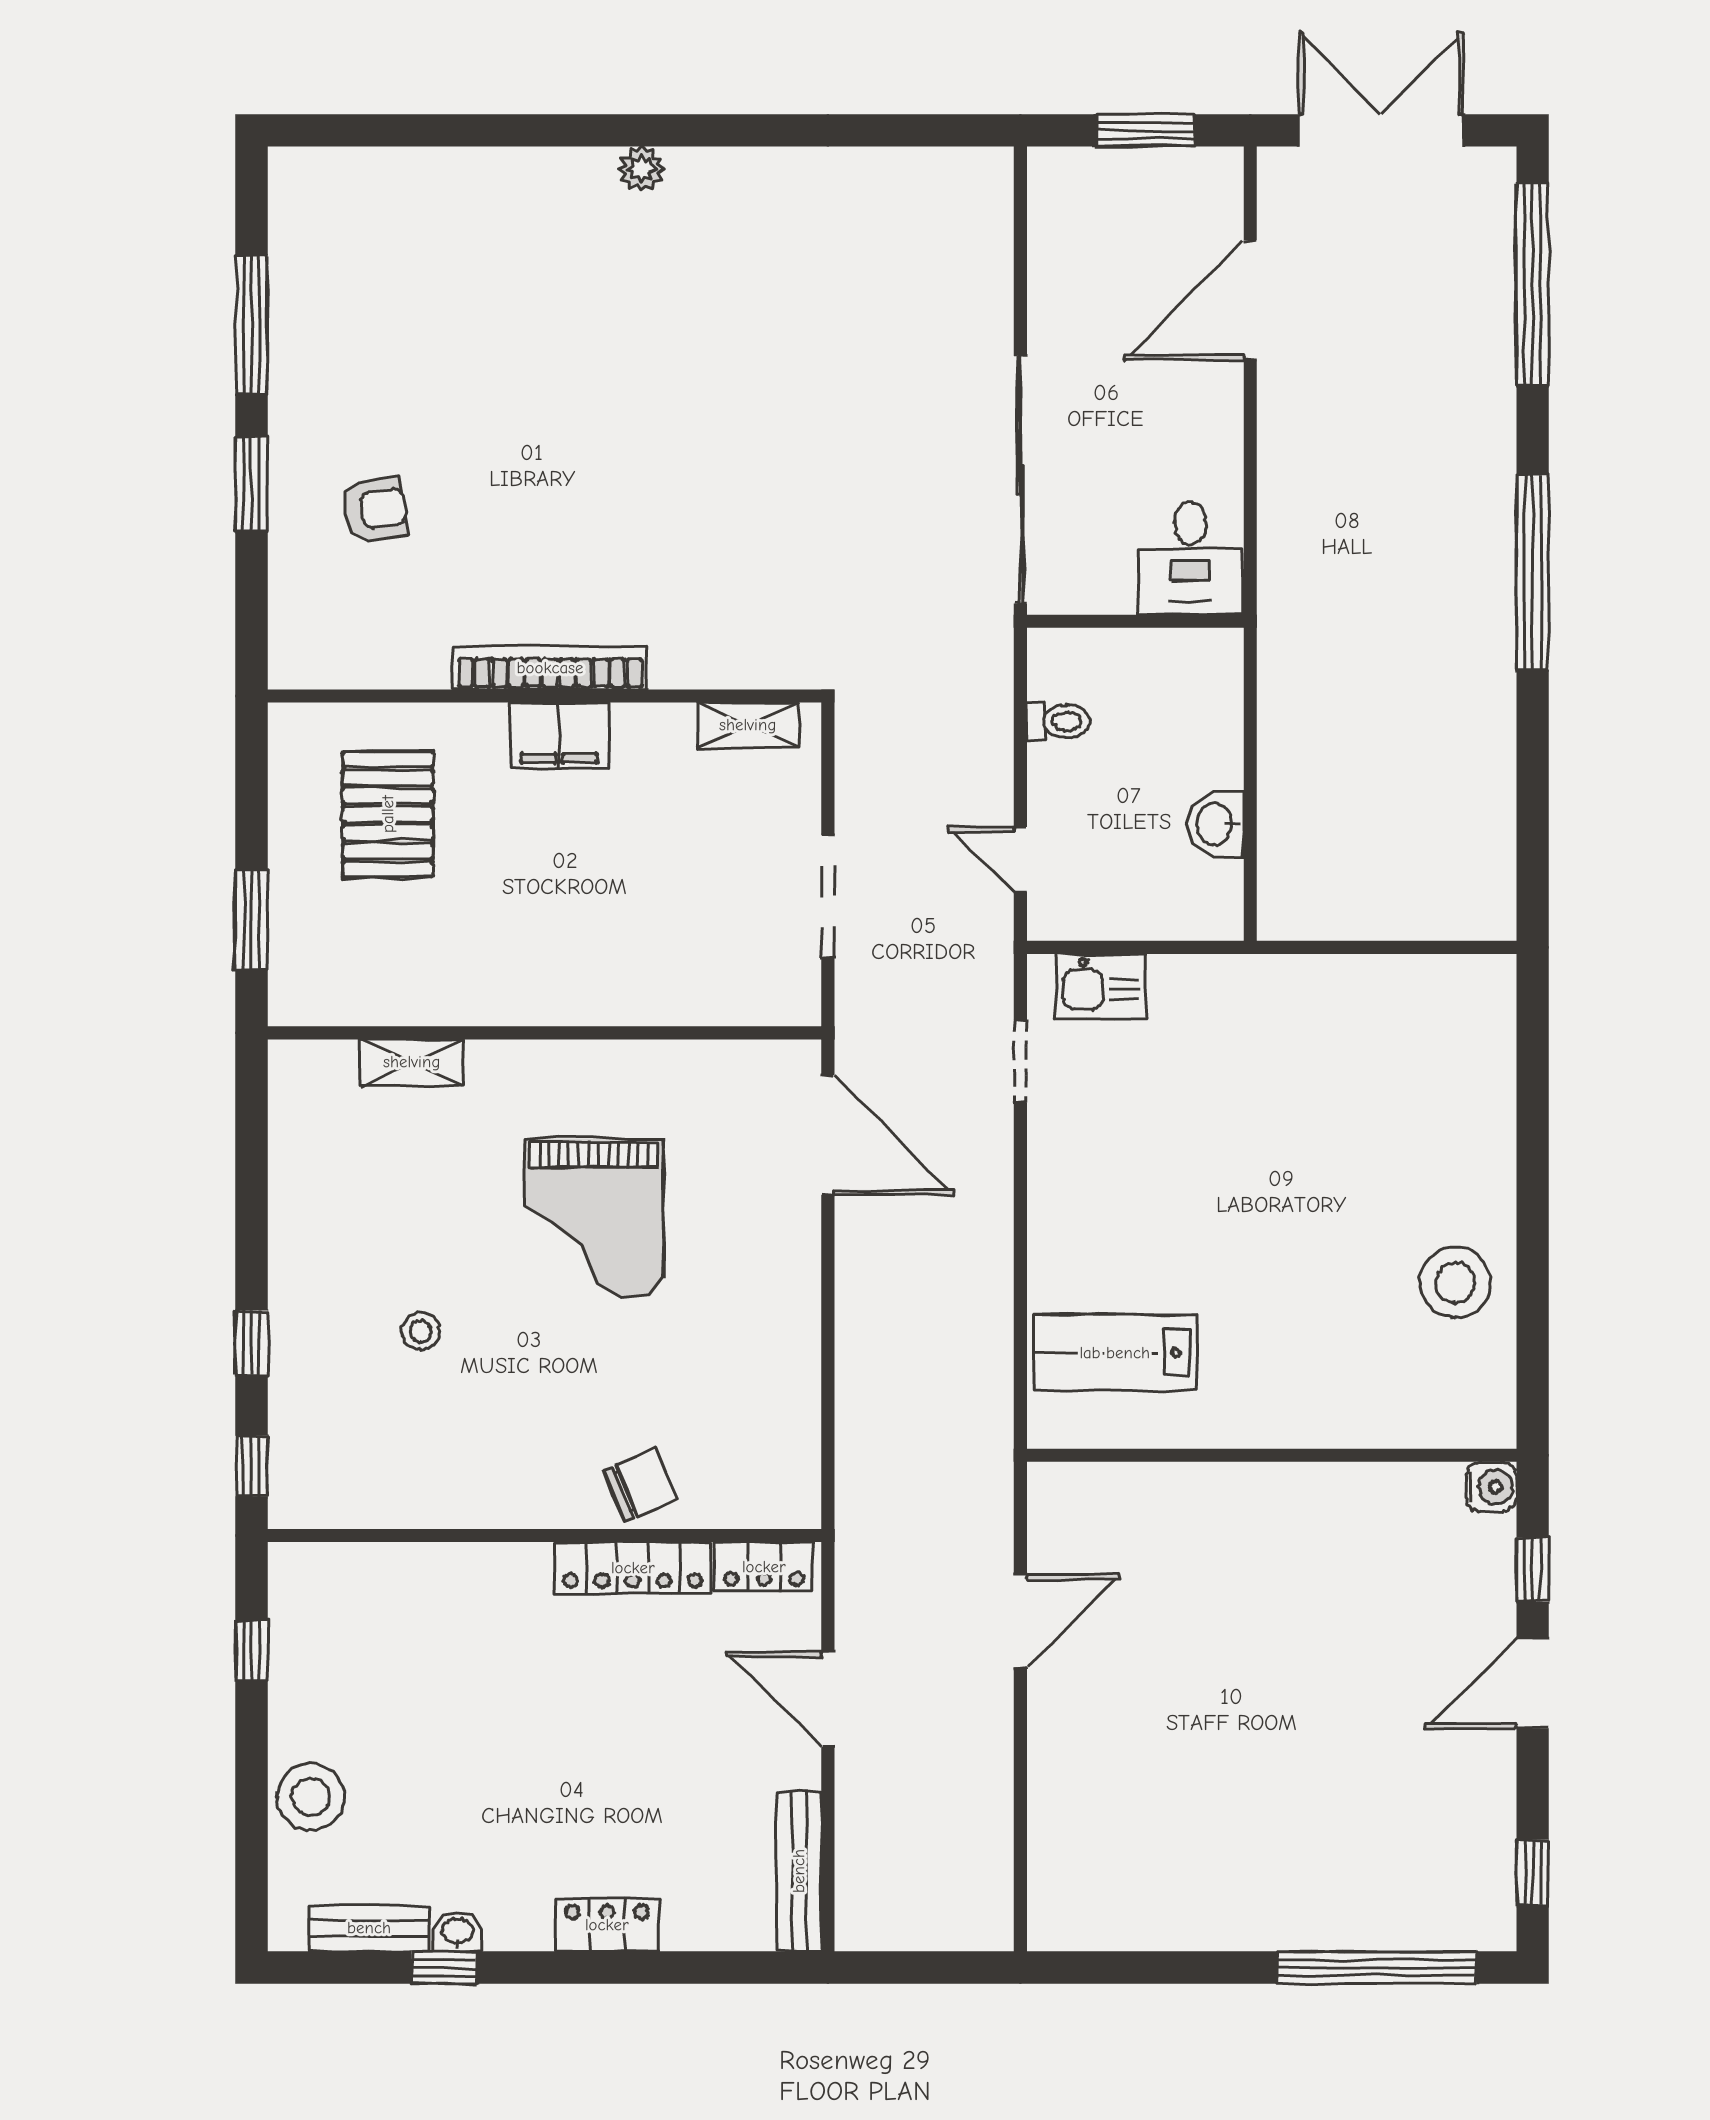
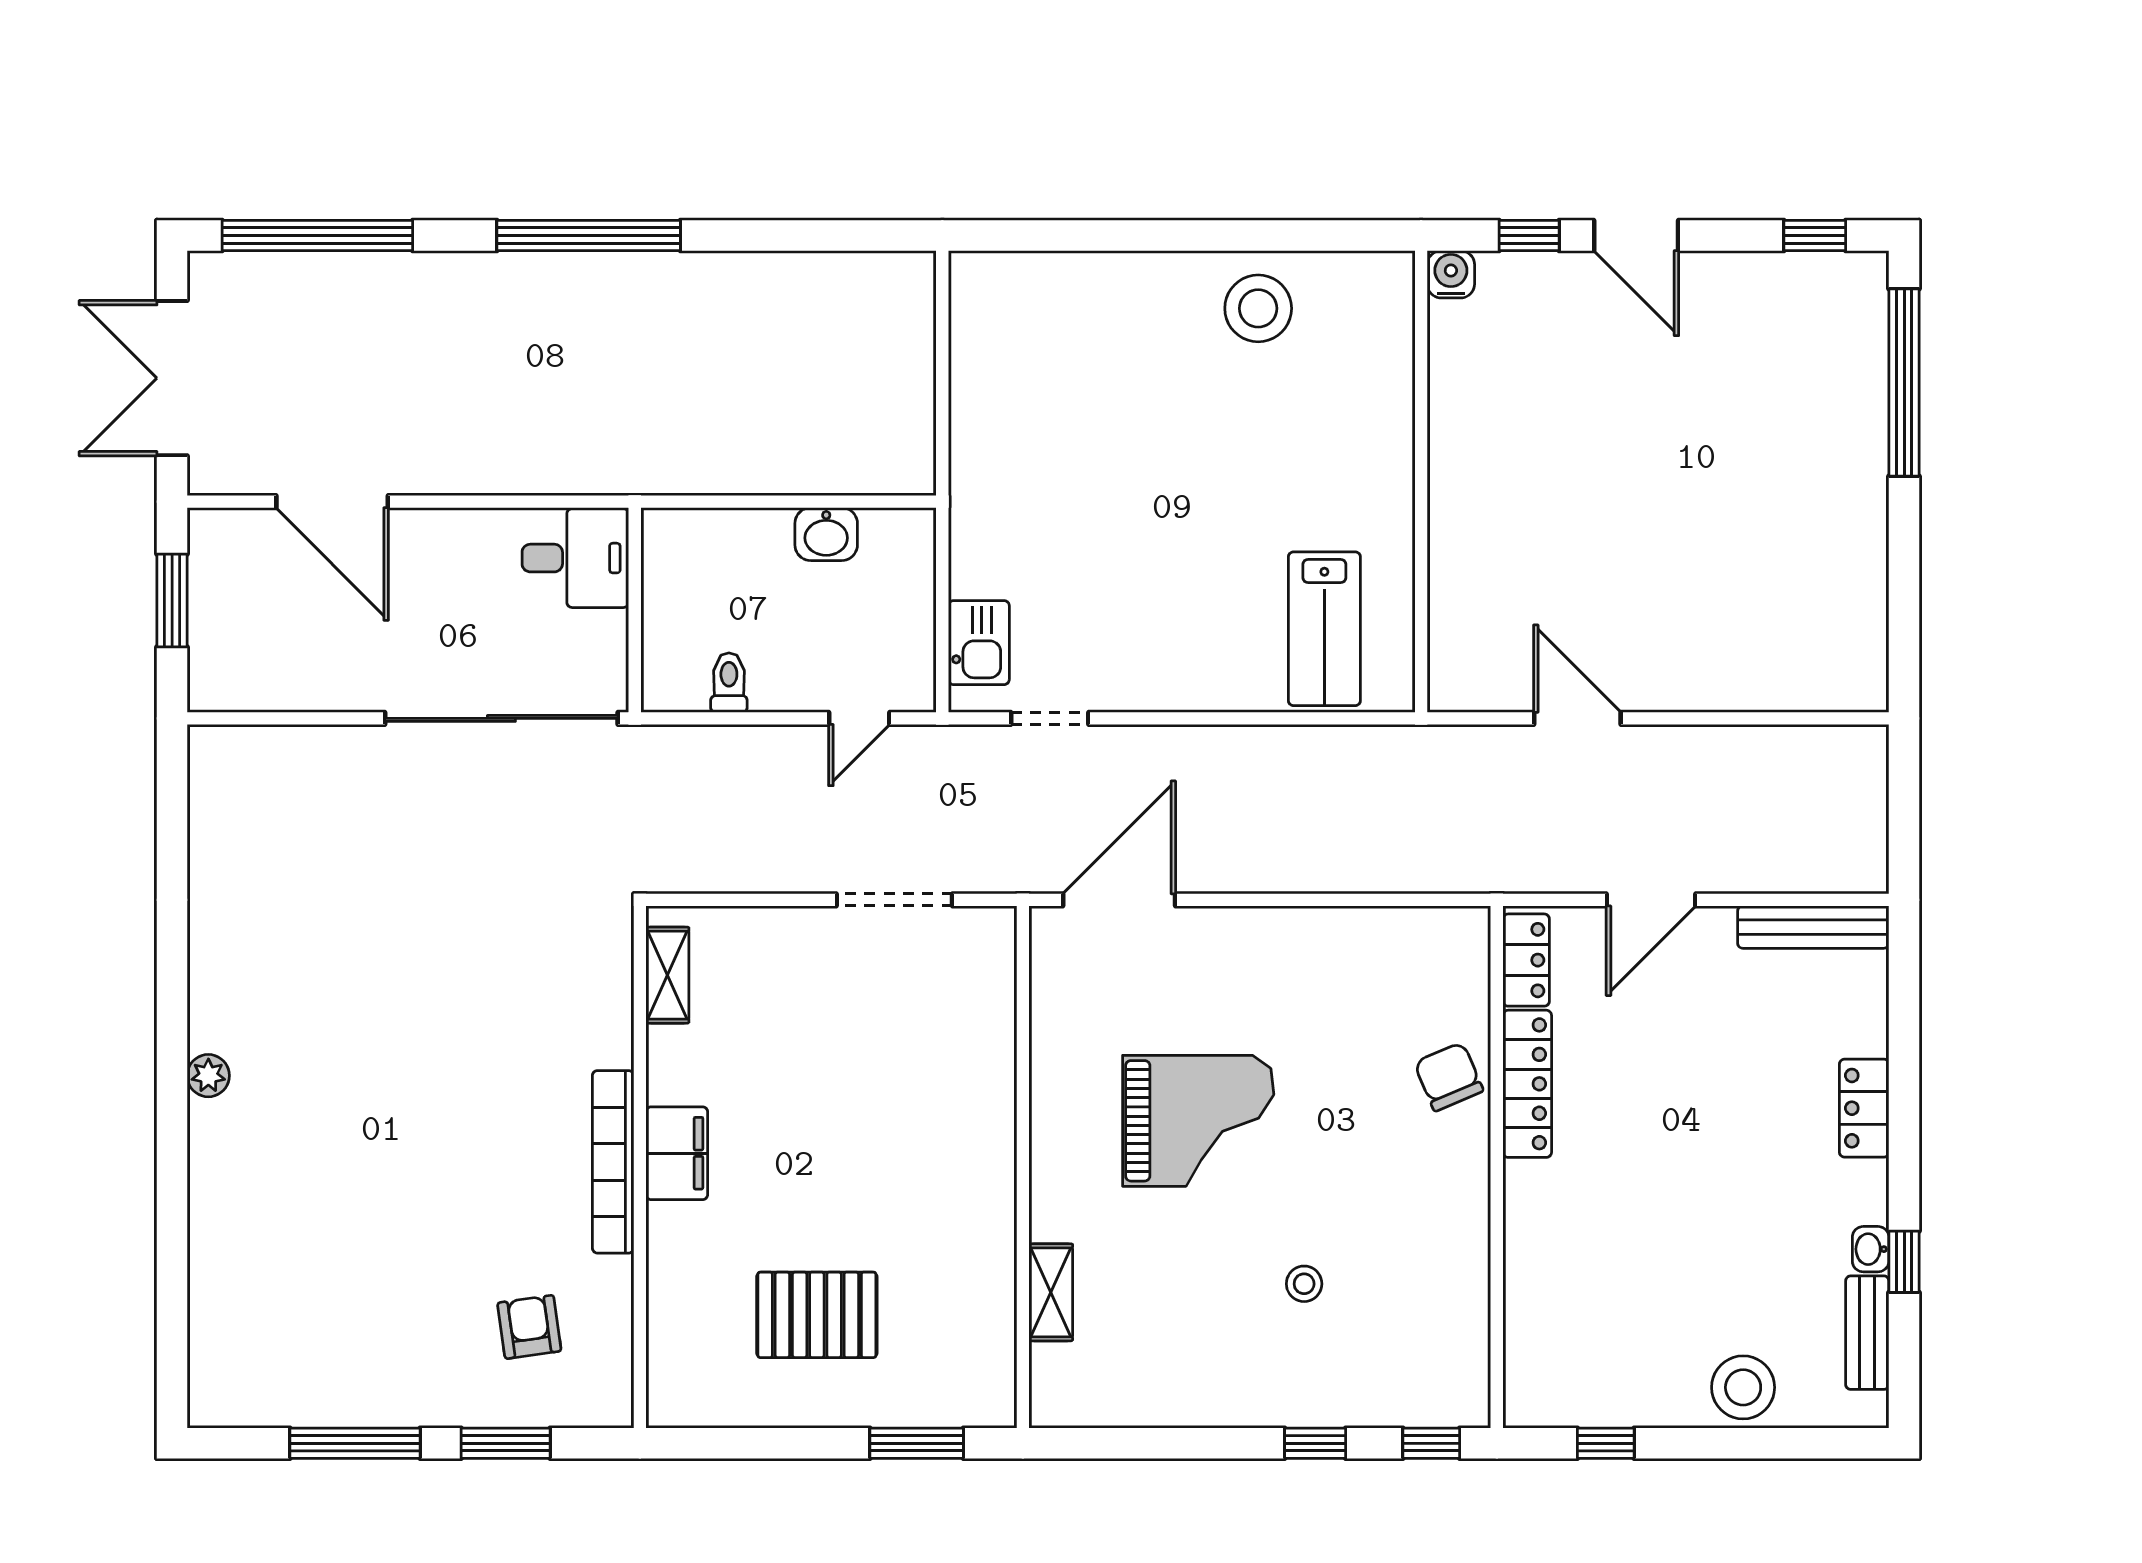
bookcase: (550, 668) -> (613, 1162), moved
wall: (545, 696) -> (640, 1167), moved
shelving: (748, 725) -> (667, 975), moved
filing cabinet: (559, 735) -> (677, 1153), moved

